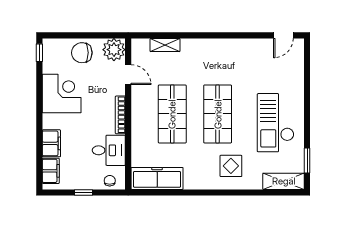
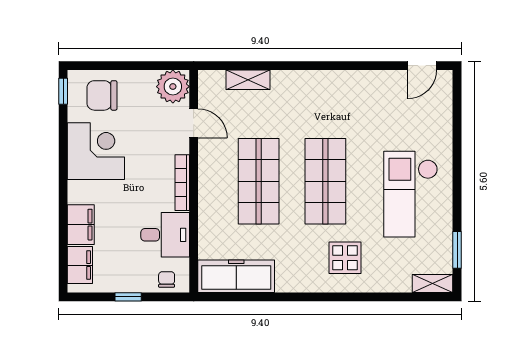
chair: (82, 53) -> (102, 95), moved
shelving: (284, 181) -> (433, 284), width x0.67, depth x0.75

